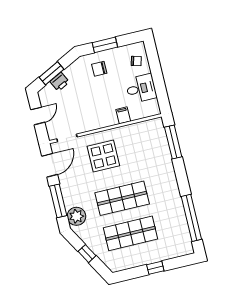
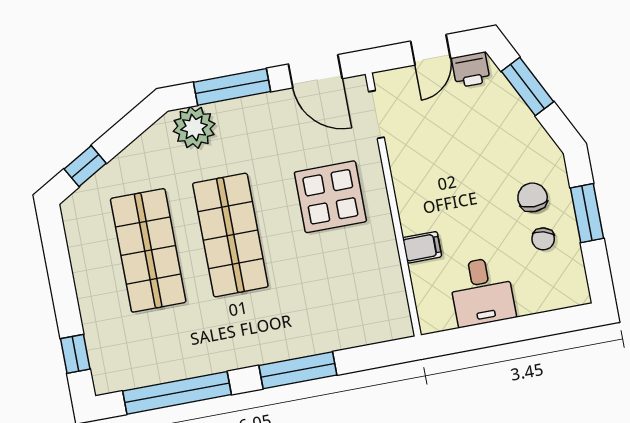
chair: (136, 61) -> (543, 239), moved
printer: (60, 82) -> (471, 70), moved, turned -63
door: (38, 116) -> (430, 50), hinge flipped
window: (173, 142) -> (298, 370), moved
window: (87, 254) -> (85, 166), moved
window: (155, 268) -> (75, 354), moved

